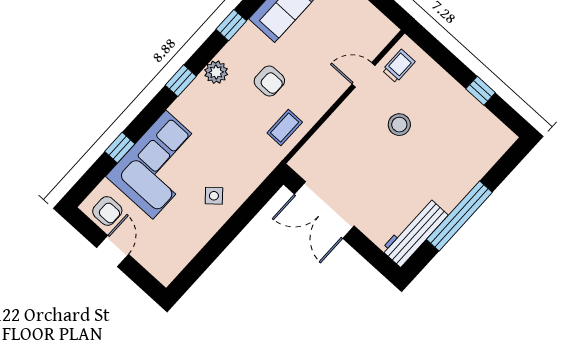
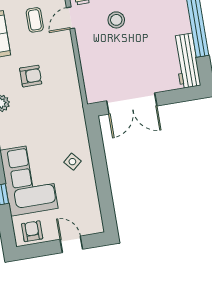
coffee table: (285, 127) -> (35, 20), moved
armchair: (107, 211) -> (32, 231), turned -90
door: (113, 251) -> (71, 244), moved

